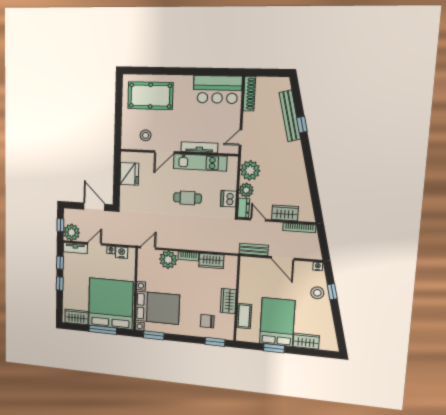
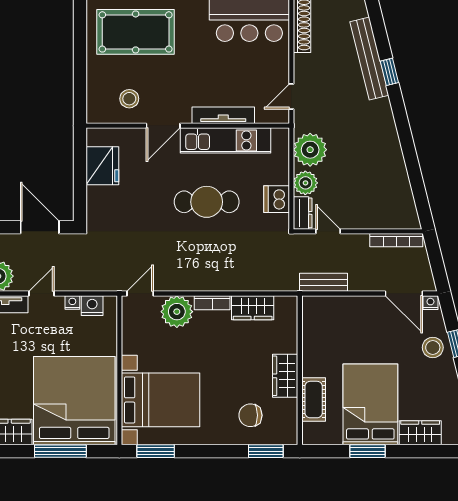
cafe table: (188, 198) -> (207, 202), width x1.37, depth x1.35
wardrobe: (285, 213) -> (371, 217), removed
door: (283, 258) -> (404, 294), moved

